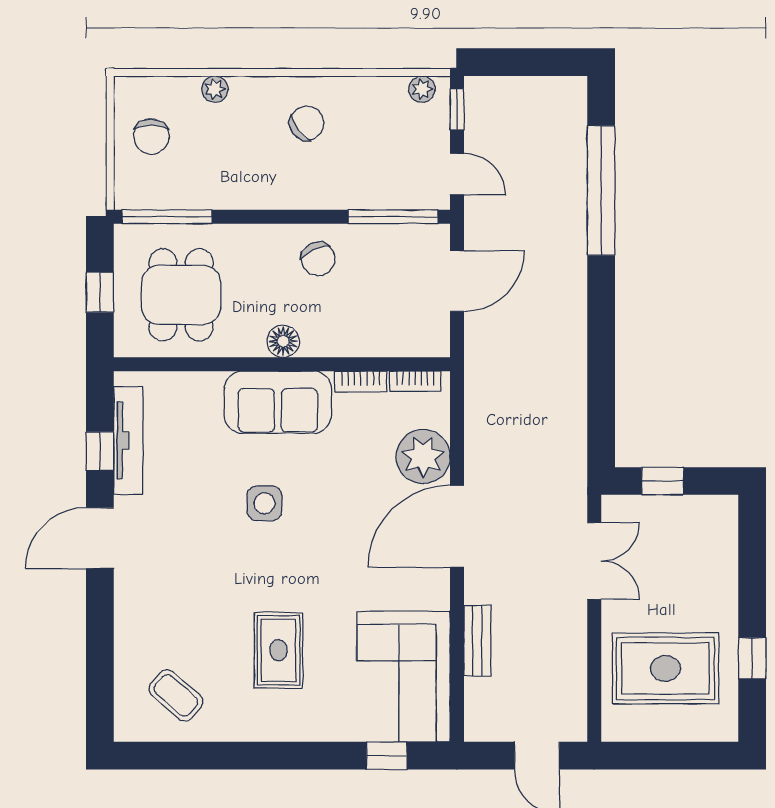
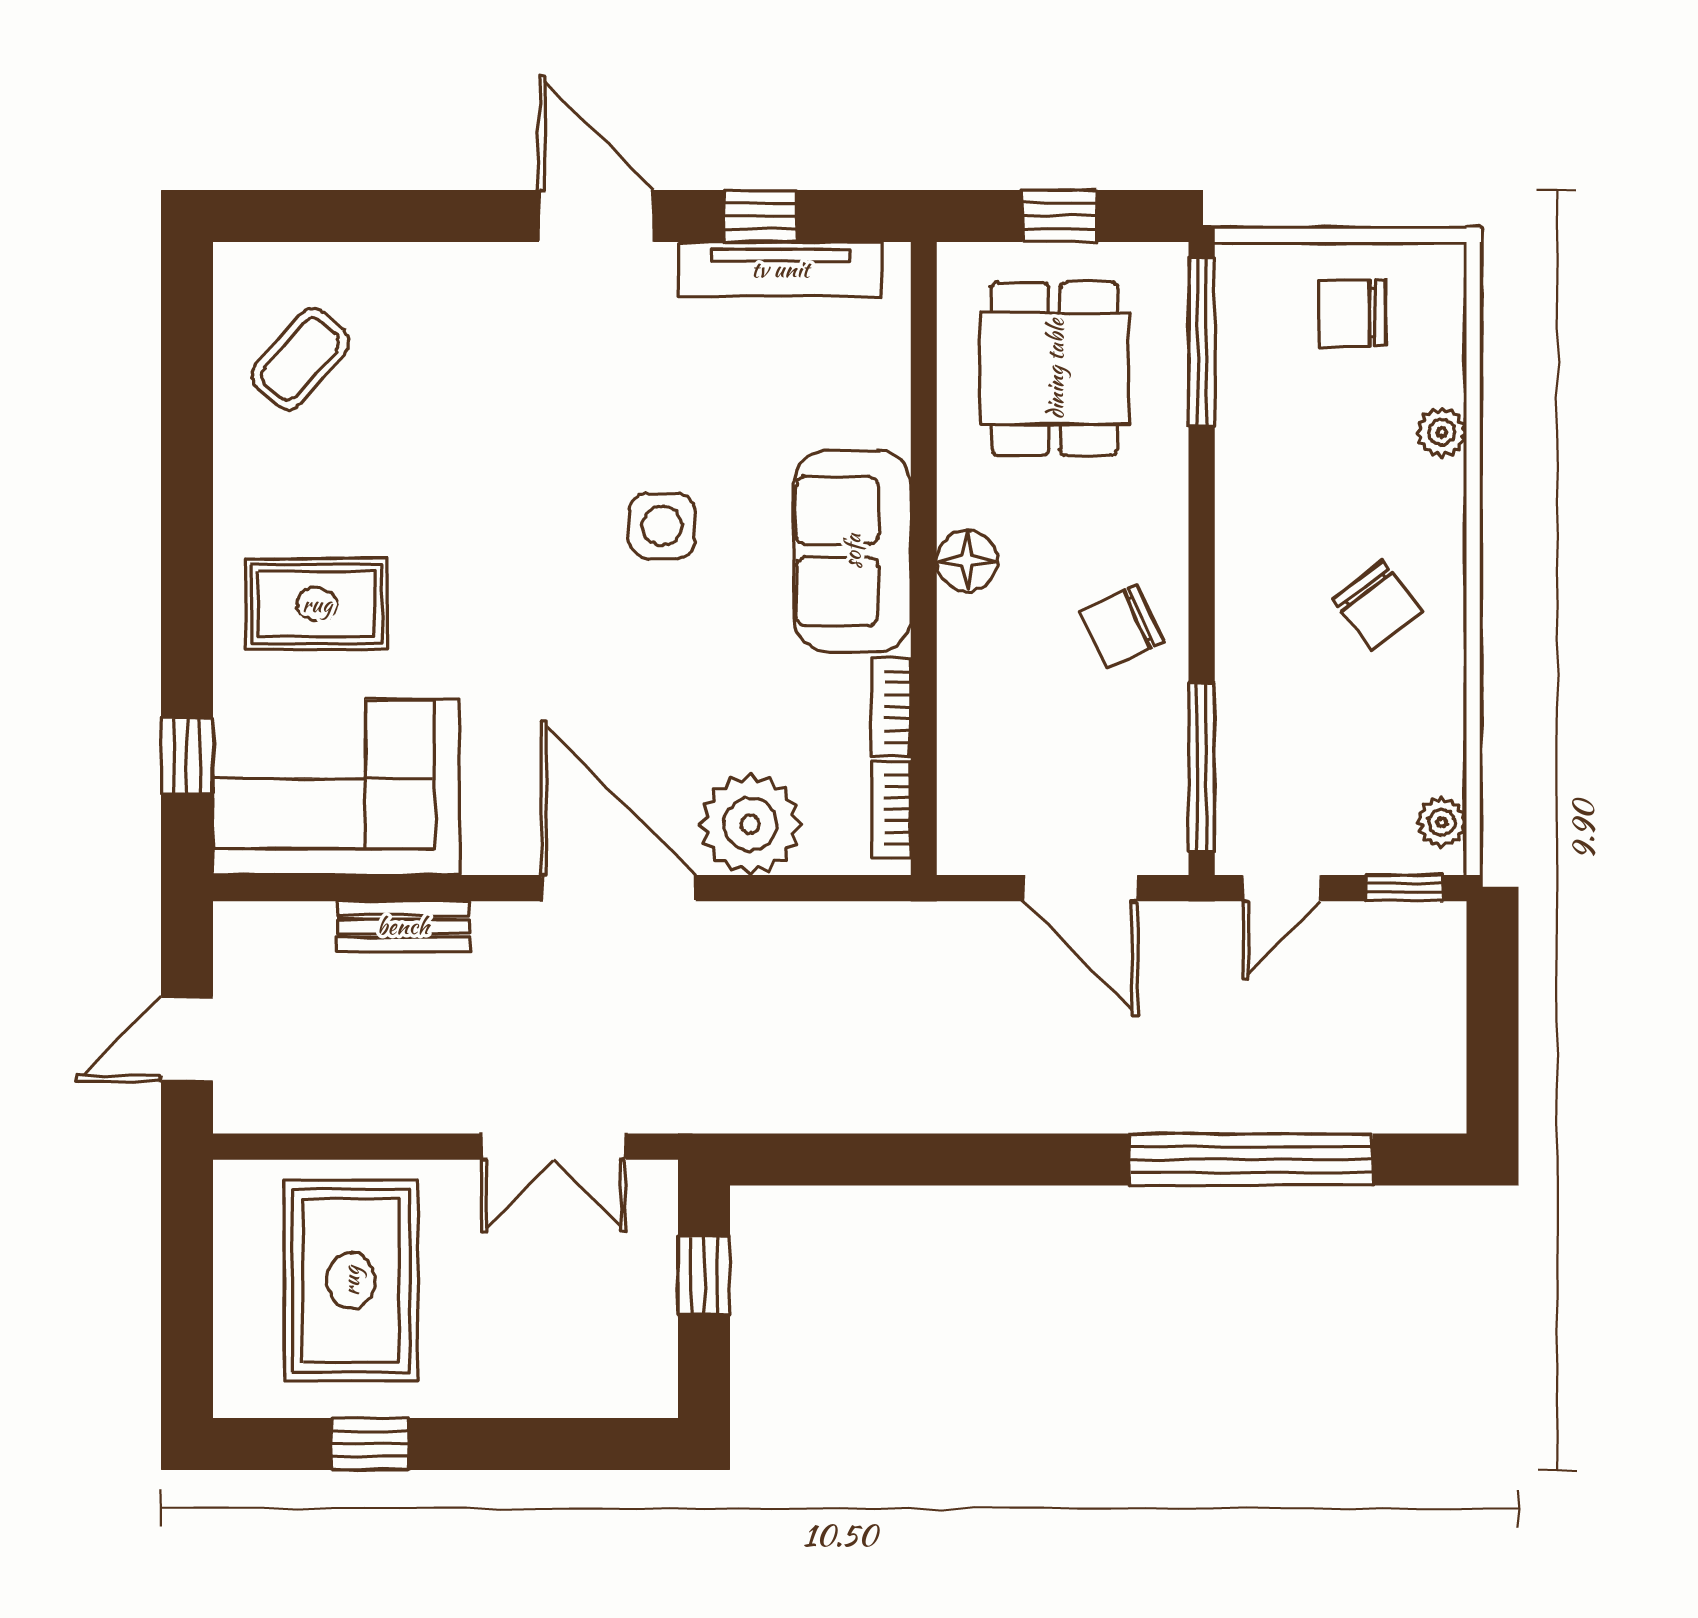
dining table: (181, 295) -> (1055, 369), turned 90
rug: (278, 650) -> (317, 604), moved

